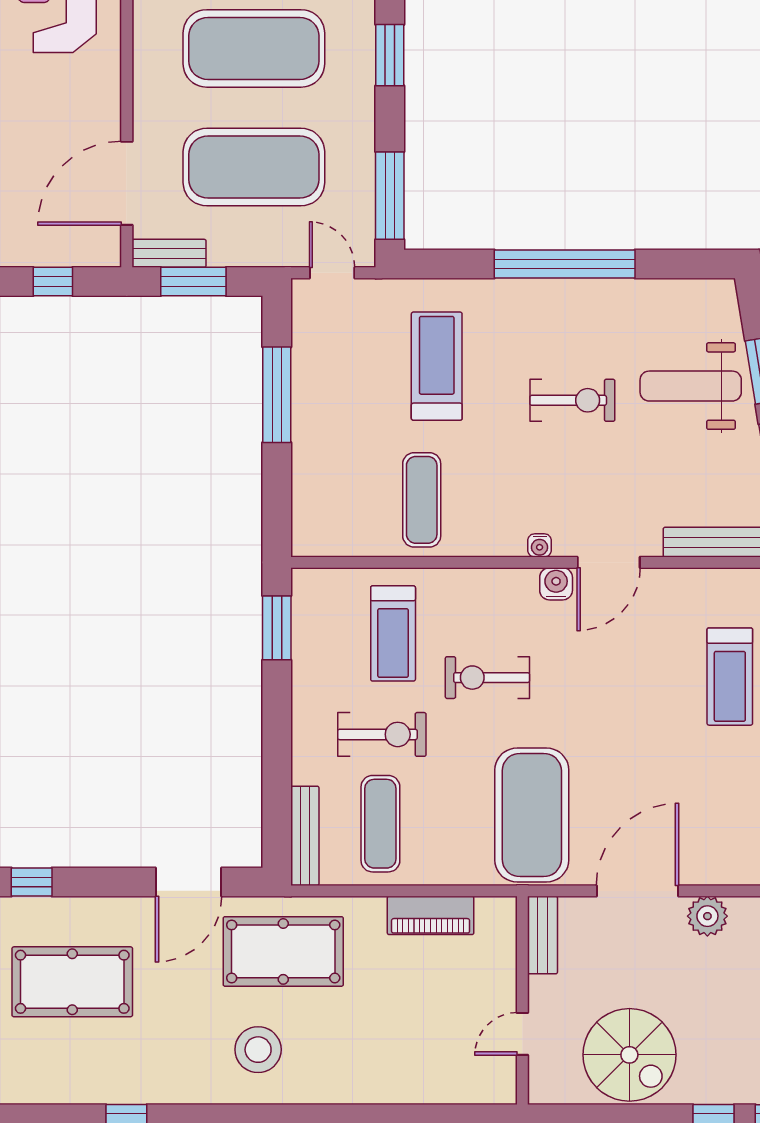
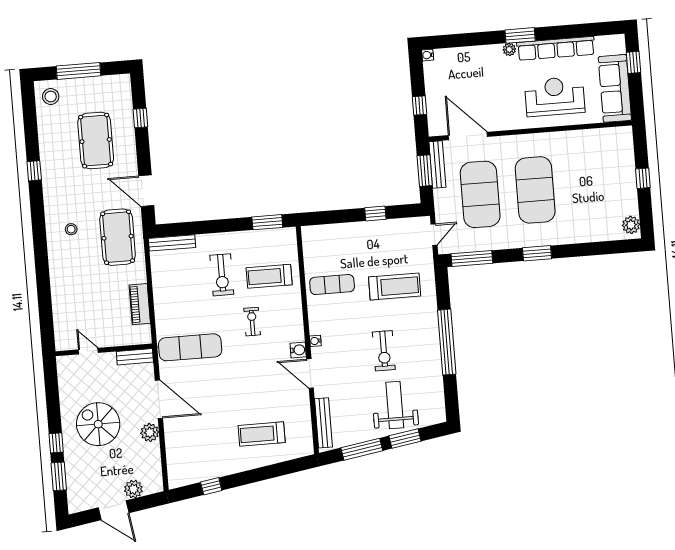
bench: (169, 253) -> (437, 164), width x1.36
window: (277, 395) -> (375, 213), width x0.46
exercise bike: (487, 678) -> (252, 322), width x0.73, depth x0.72
exercise mat: (532, 815) -> (190, 347), width x0.68
exercise mat: (380, 824) -> (180, 277), removed
stool: (258, 1050) -> (71, 229), width x0.53, depth x0.53
spiral stairs: (629, 1055) -> (98, 424), moved, turned 90

